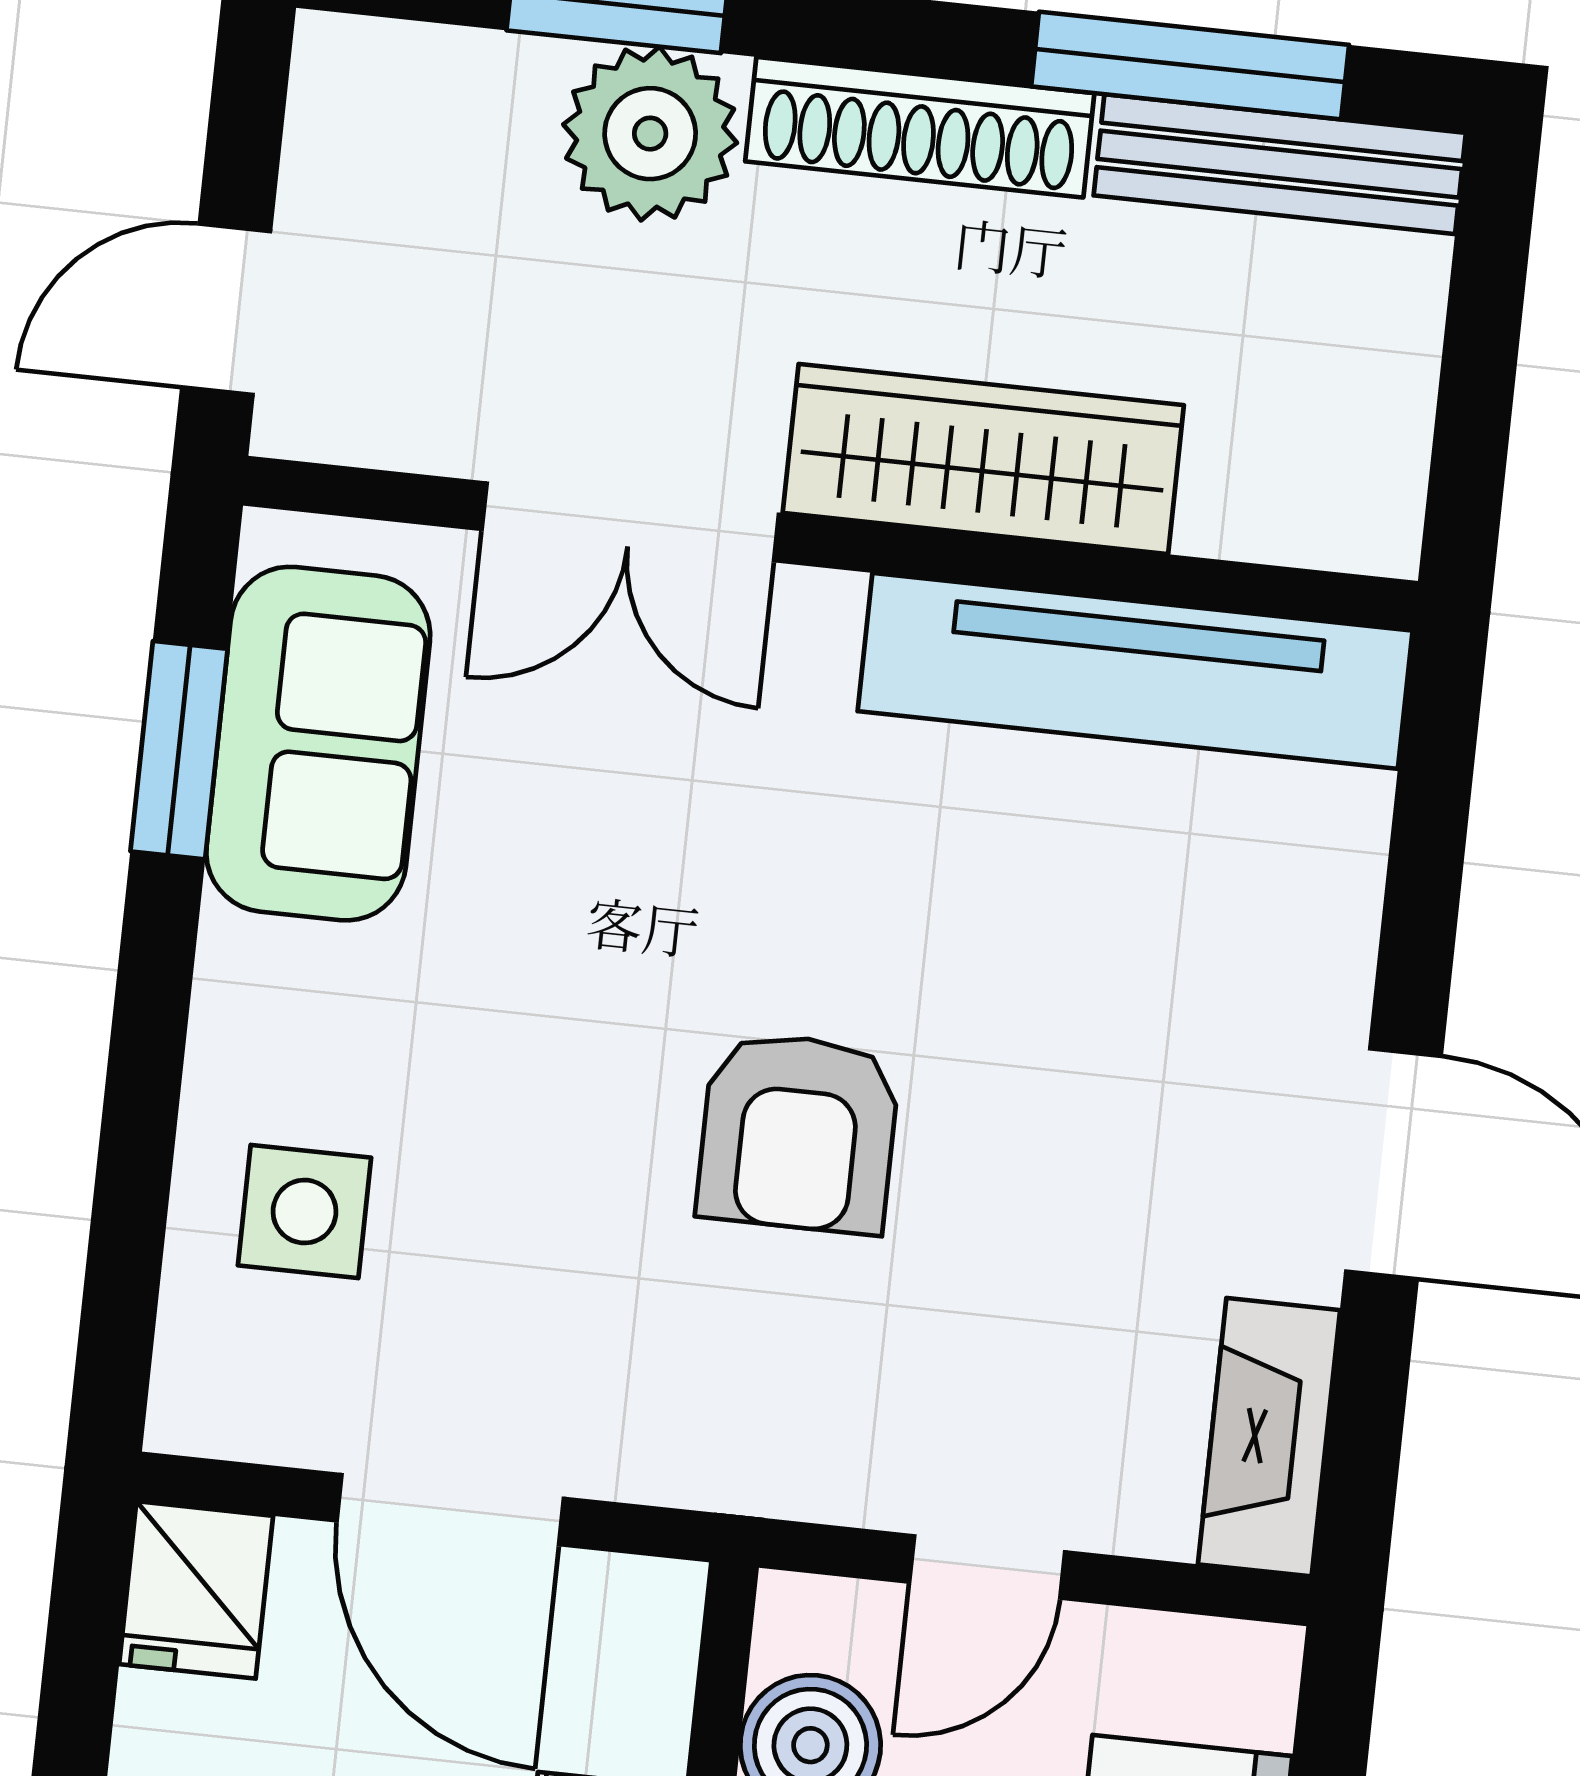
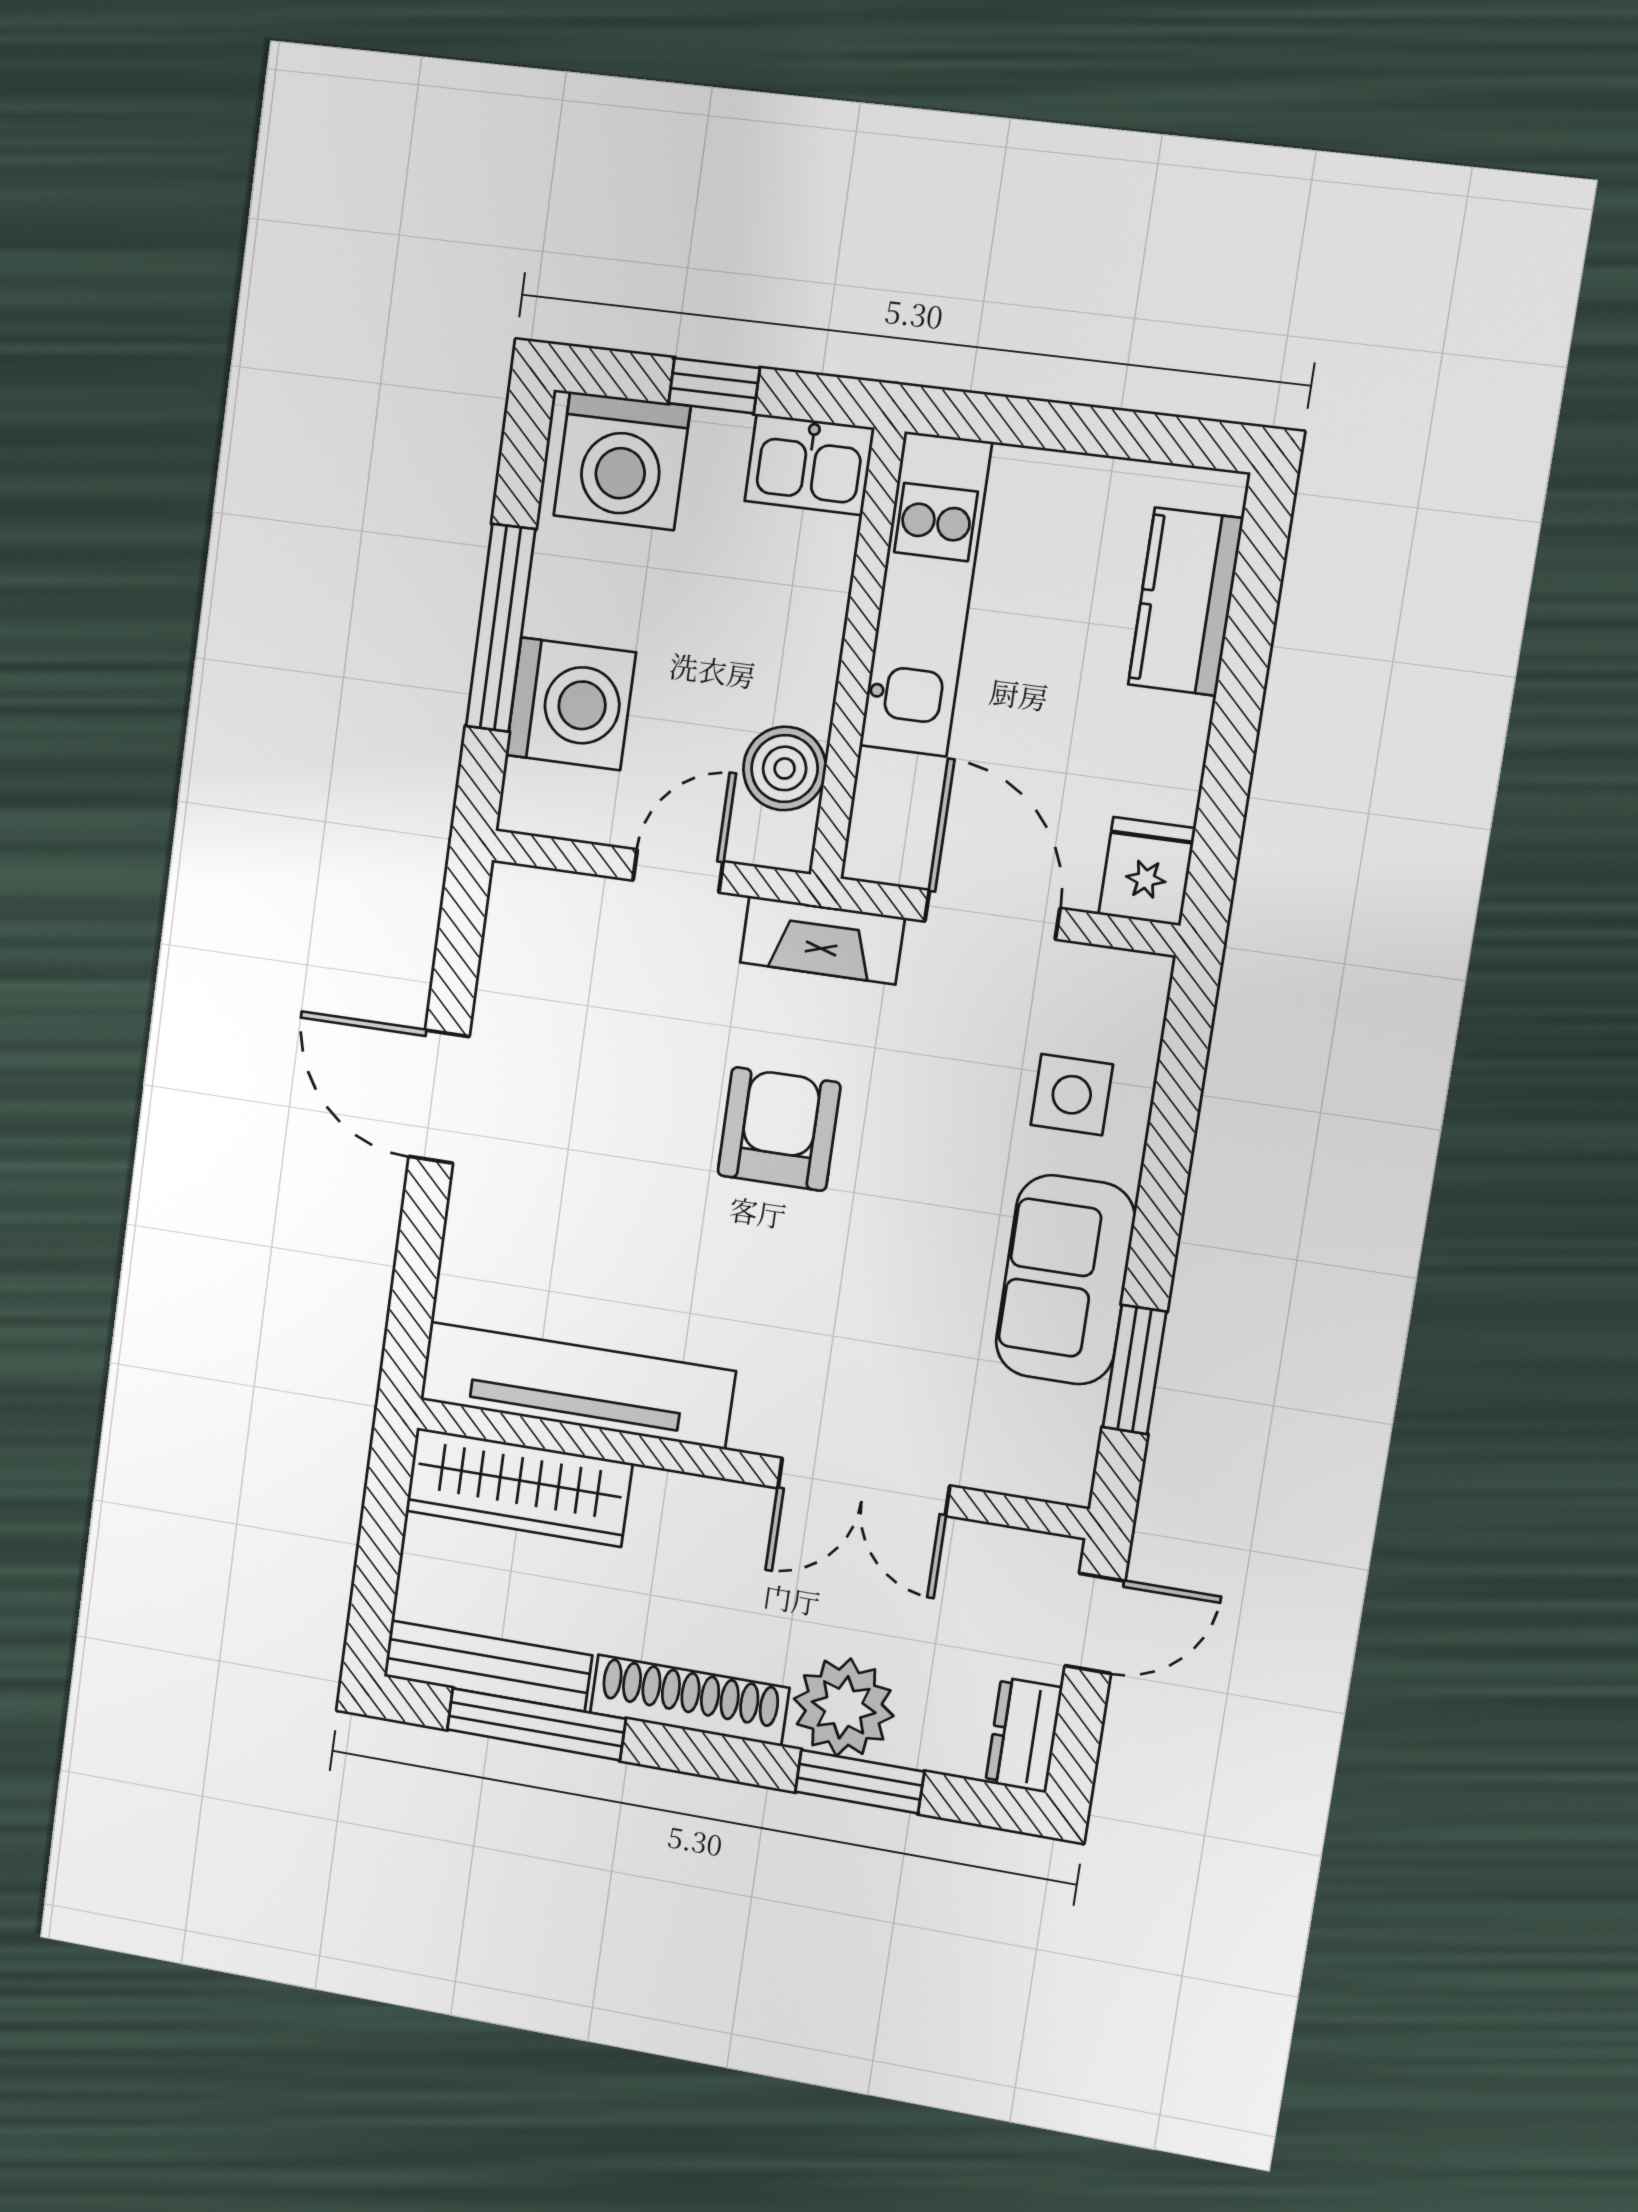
dresser: (339, 107) -> (1024, 1735), added
wardrobe: (983, 459) -> (519, 1487), moved
double door: (630, 522) -> (863, 1487), swing flipped
sofa: (318, 744) -> (1065, 1280), moved
fireplace: (1269, 1437) -> (822, 940), moved, turned 90

